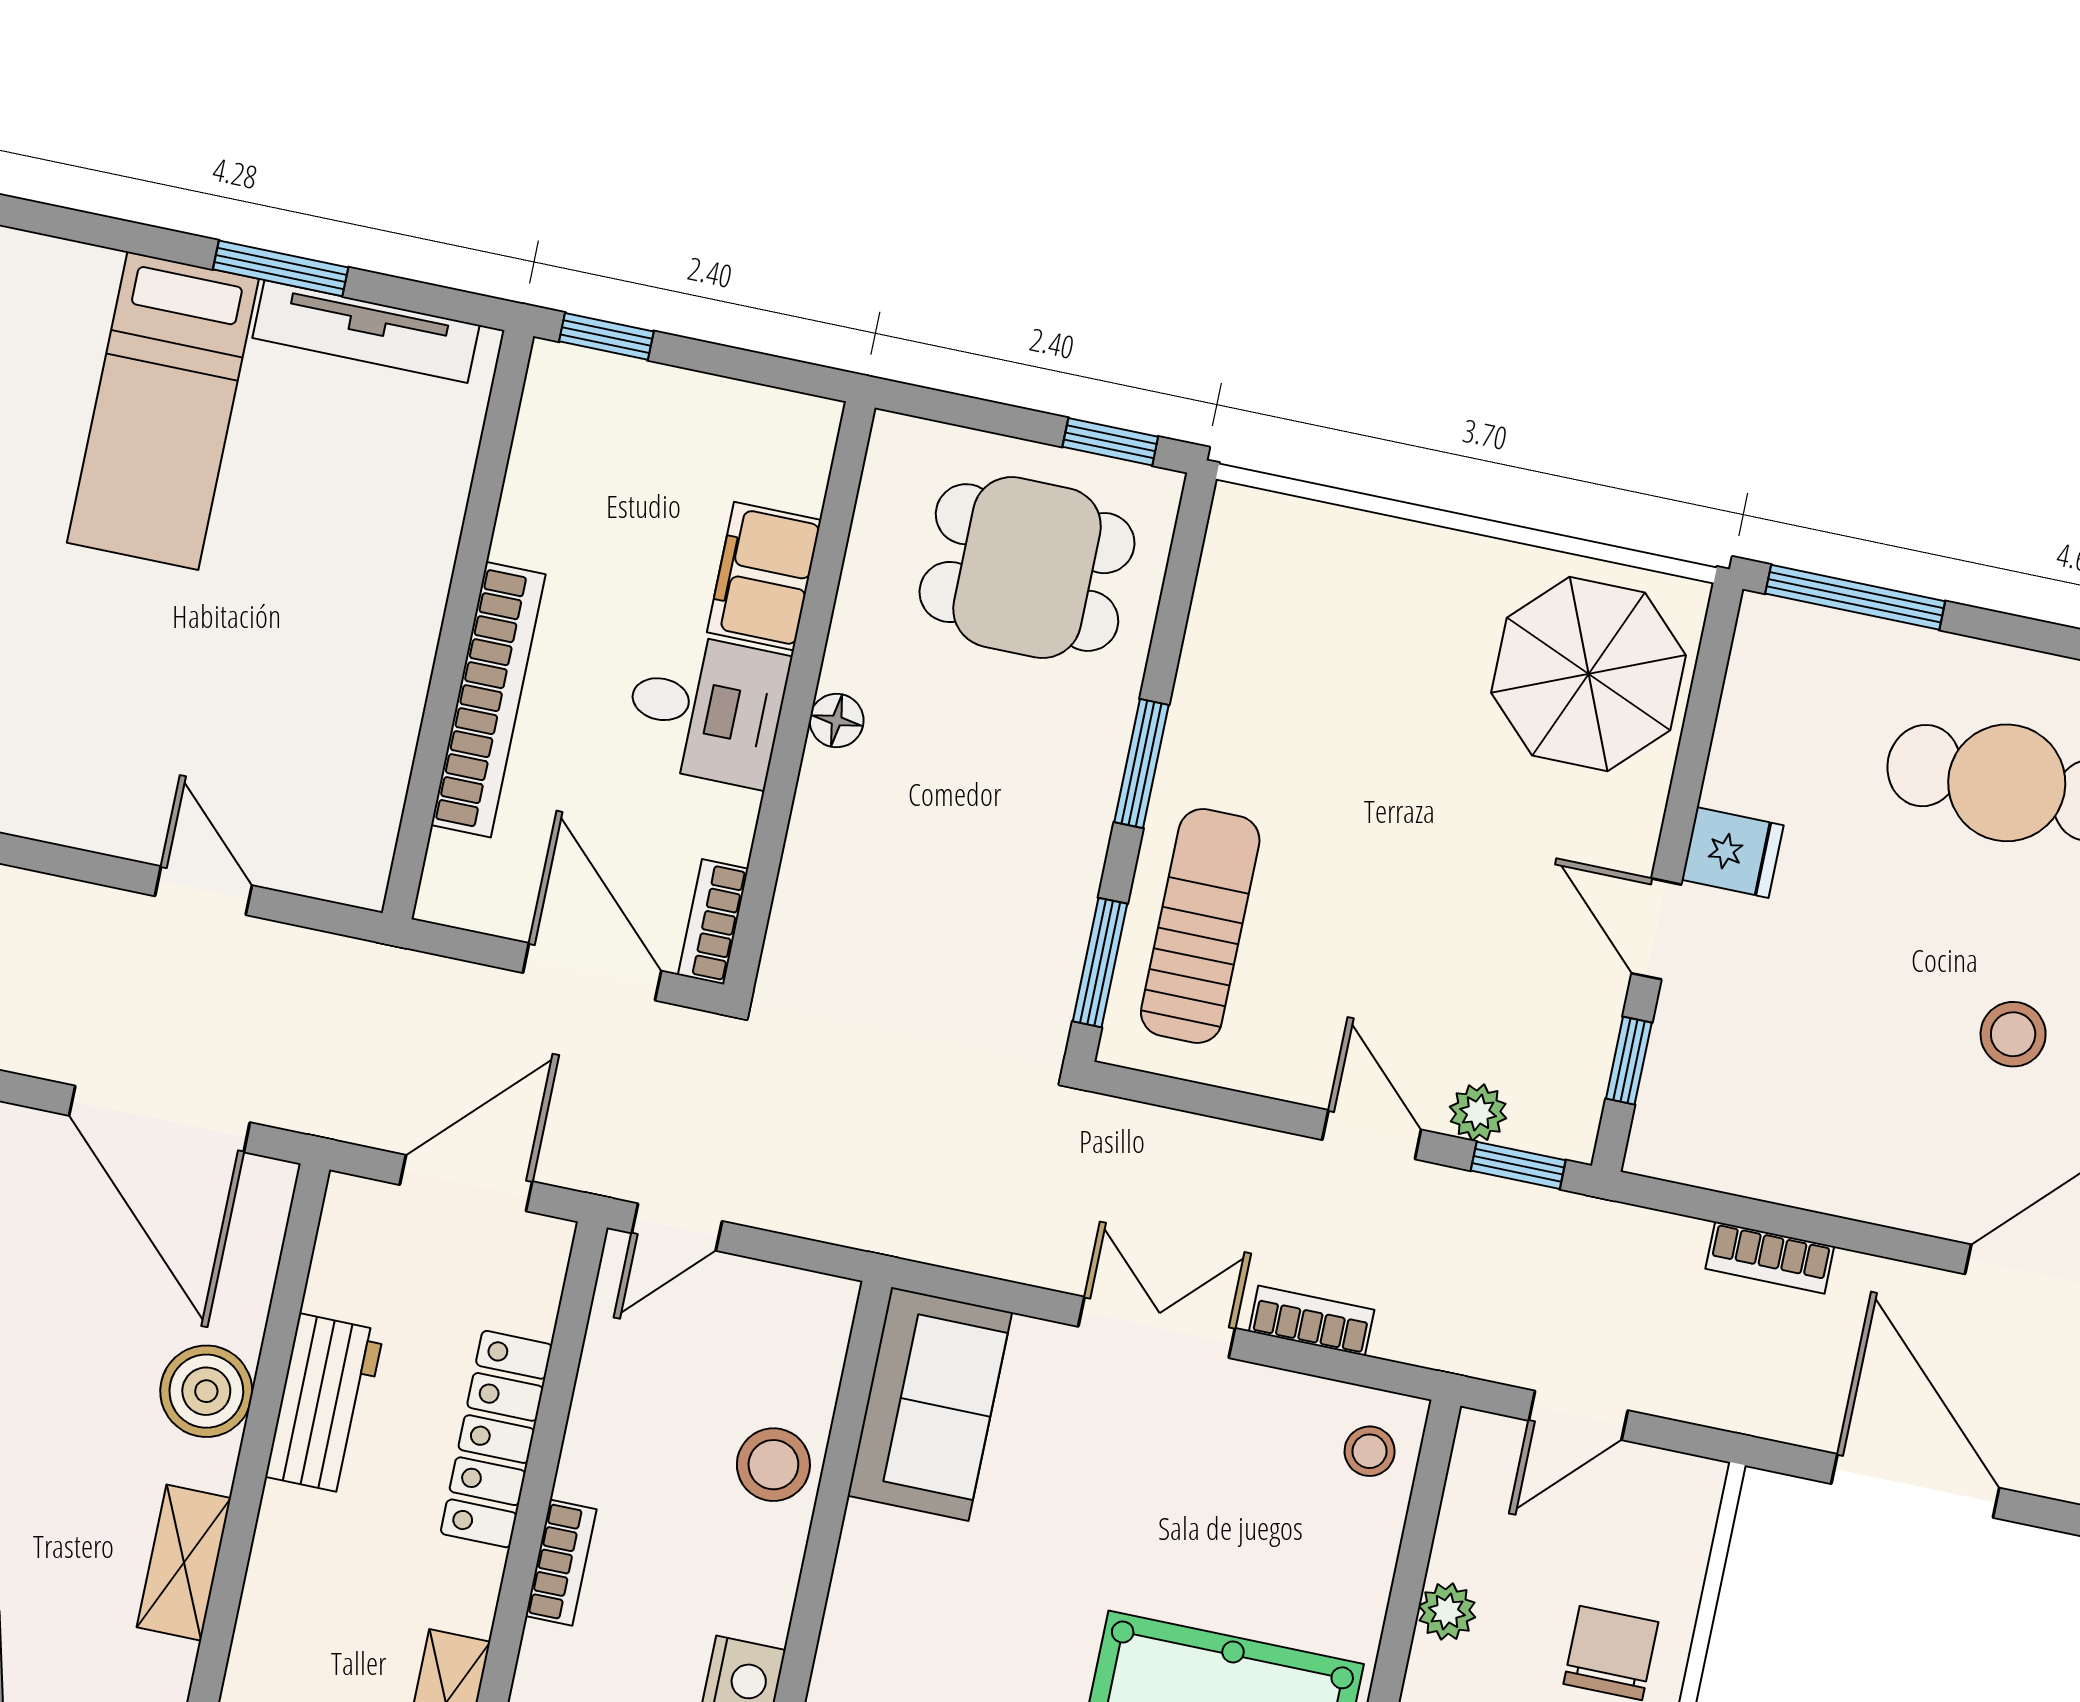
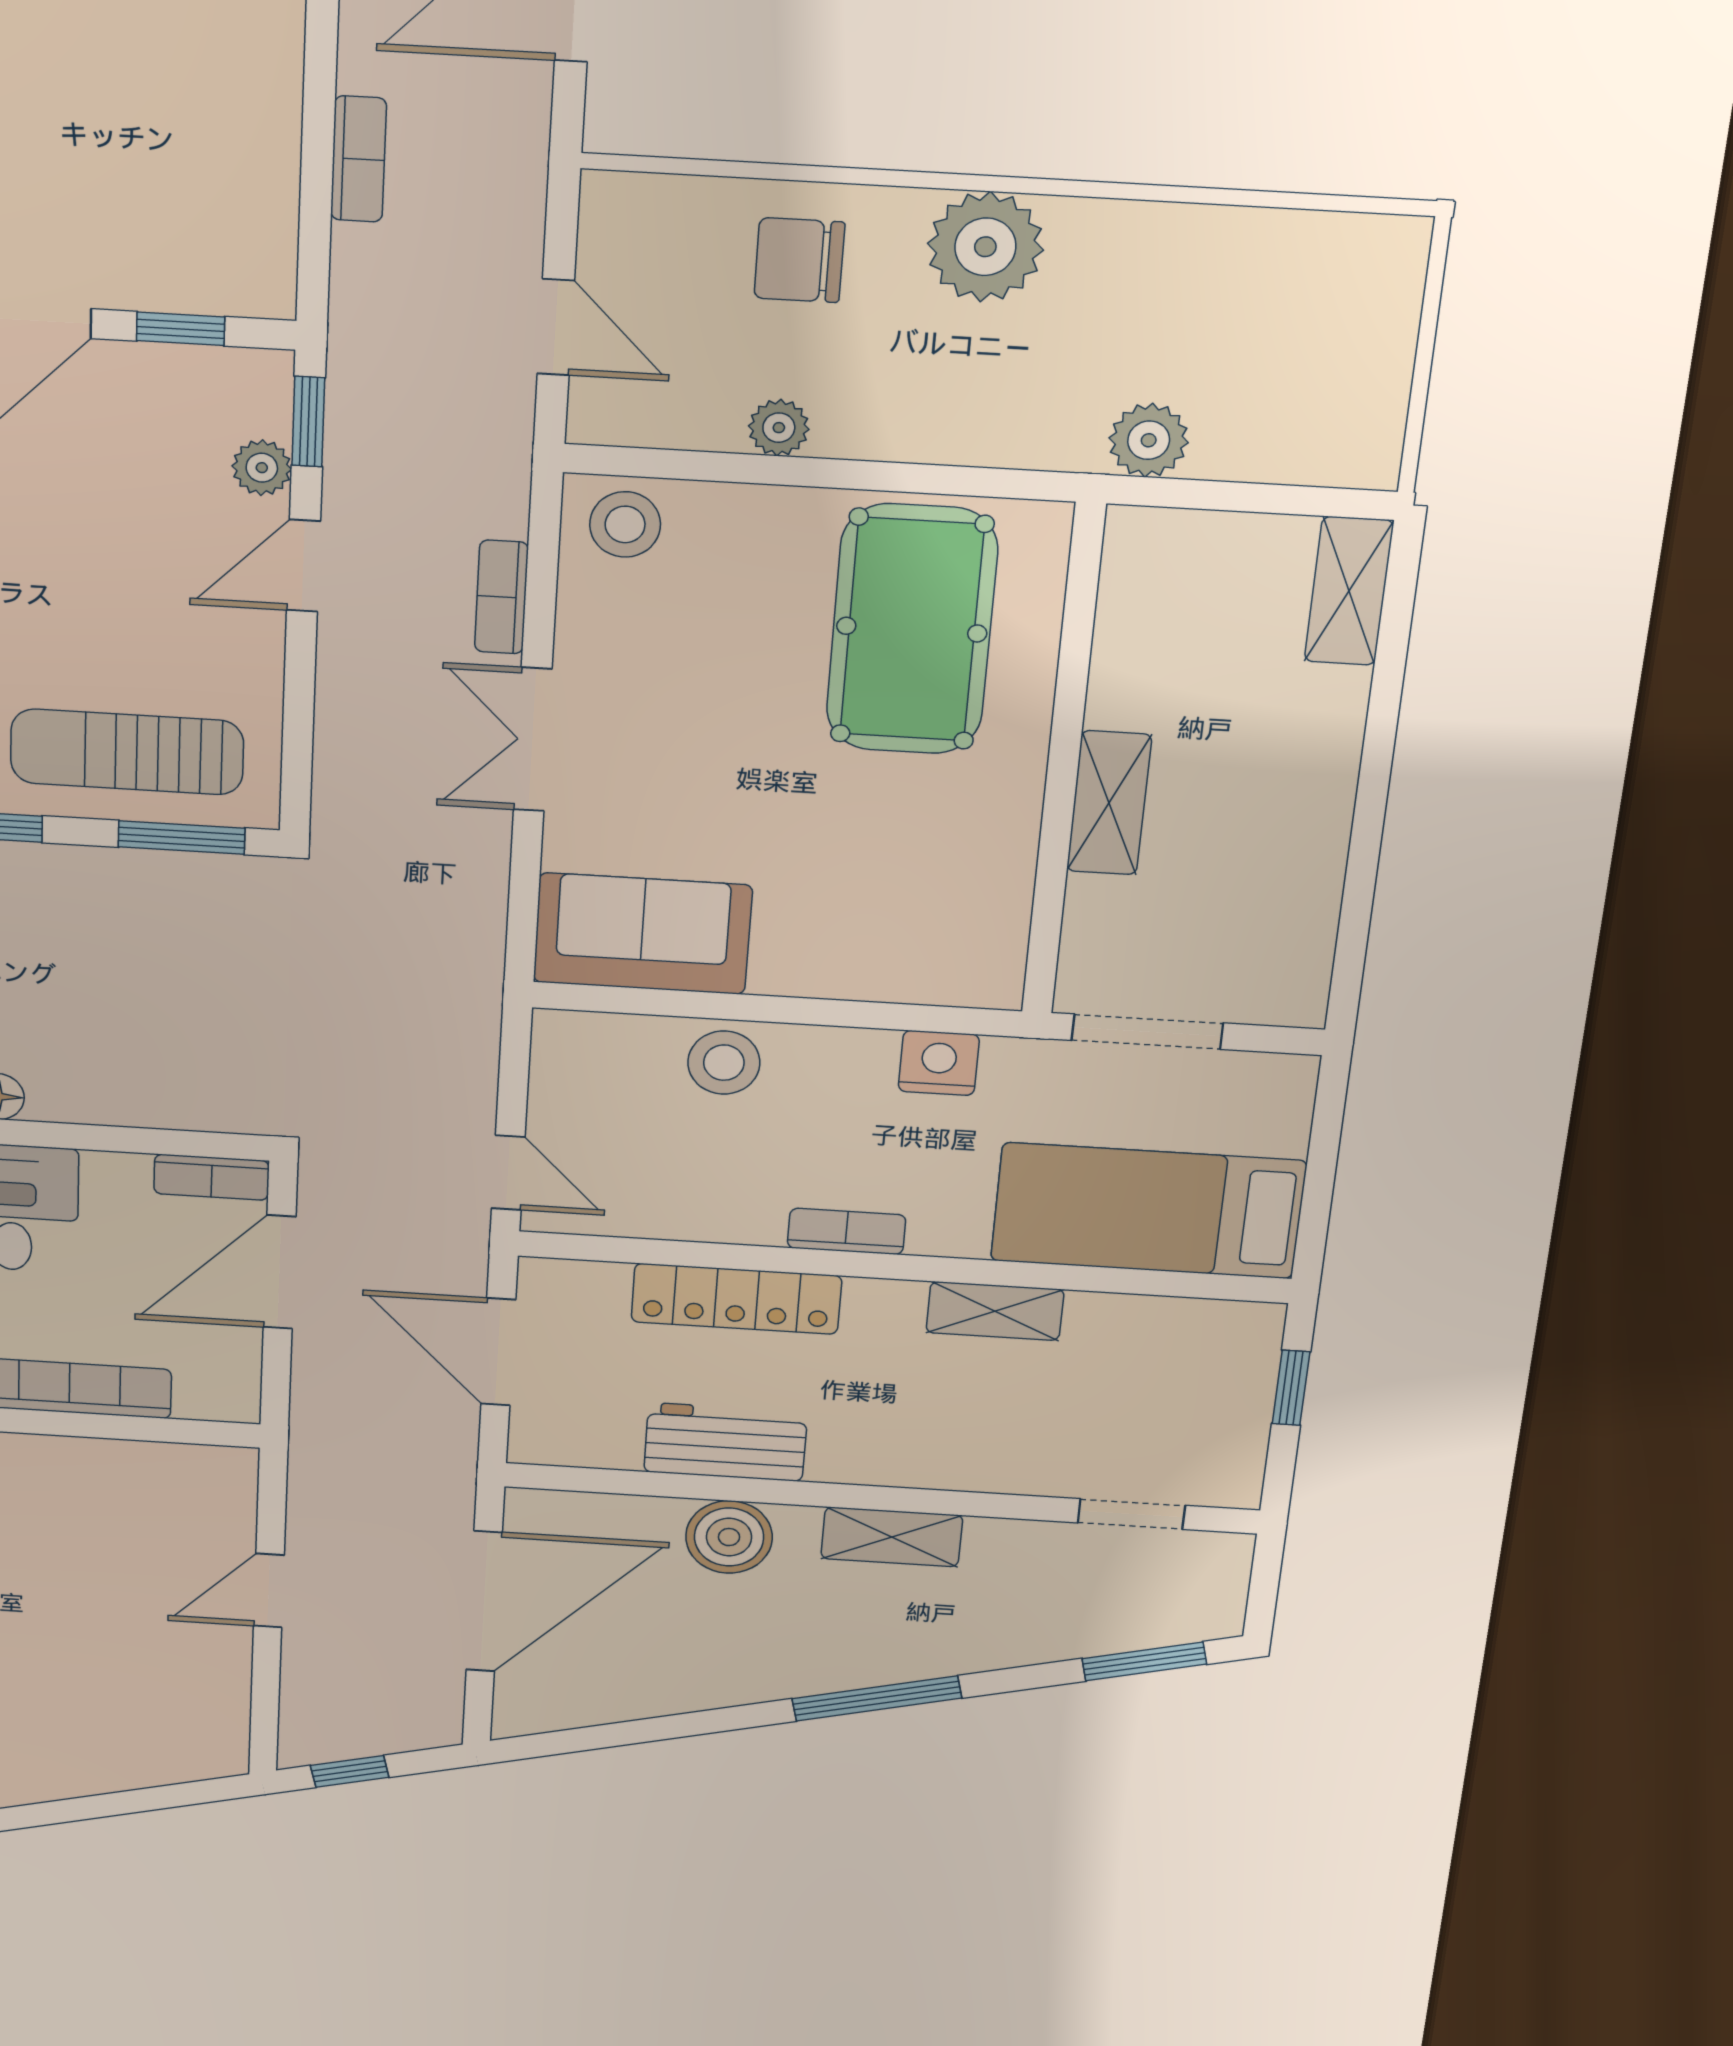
stool: (1370, 1451) -> (625, 524), width x1.37, depth x1.37

